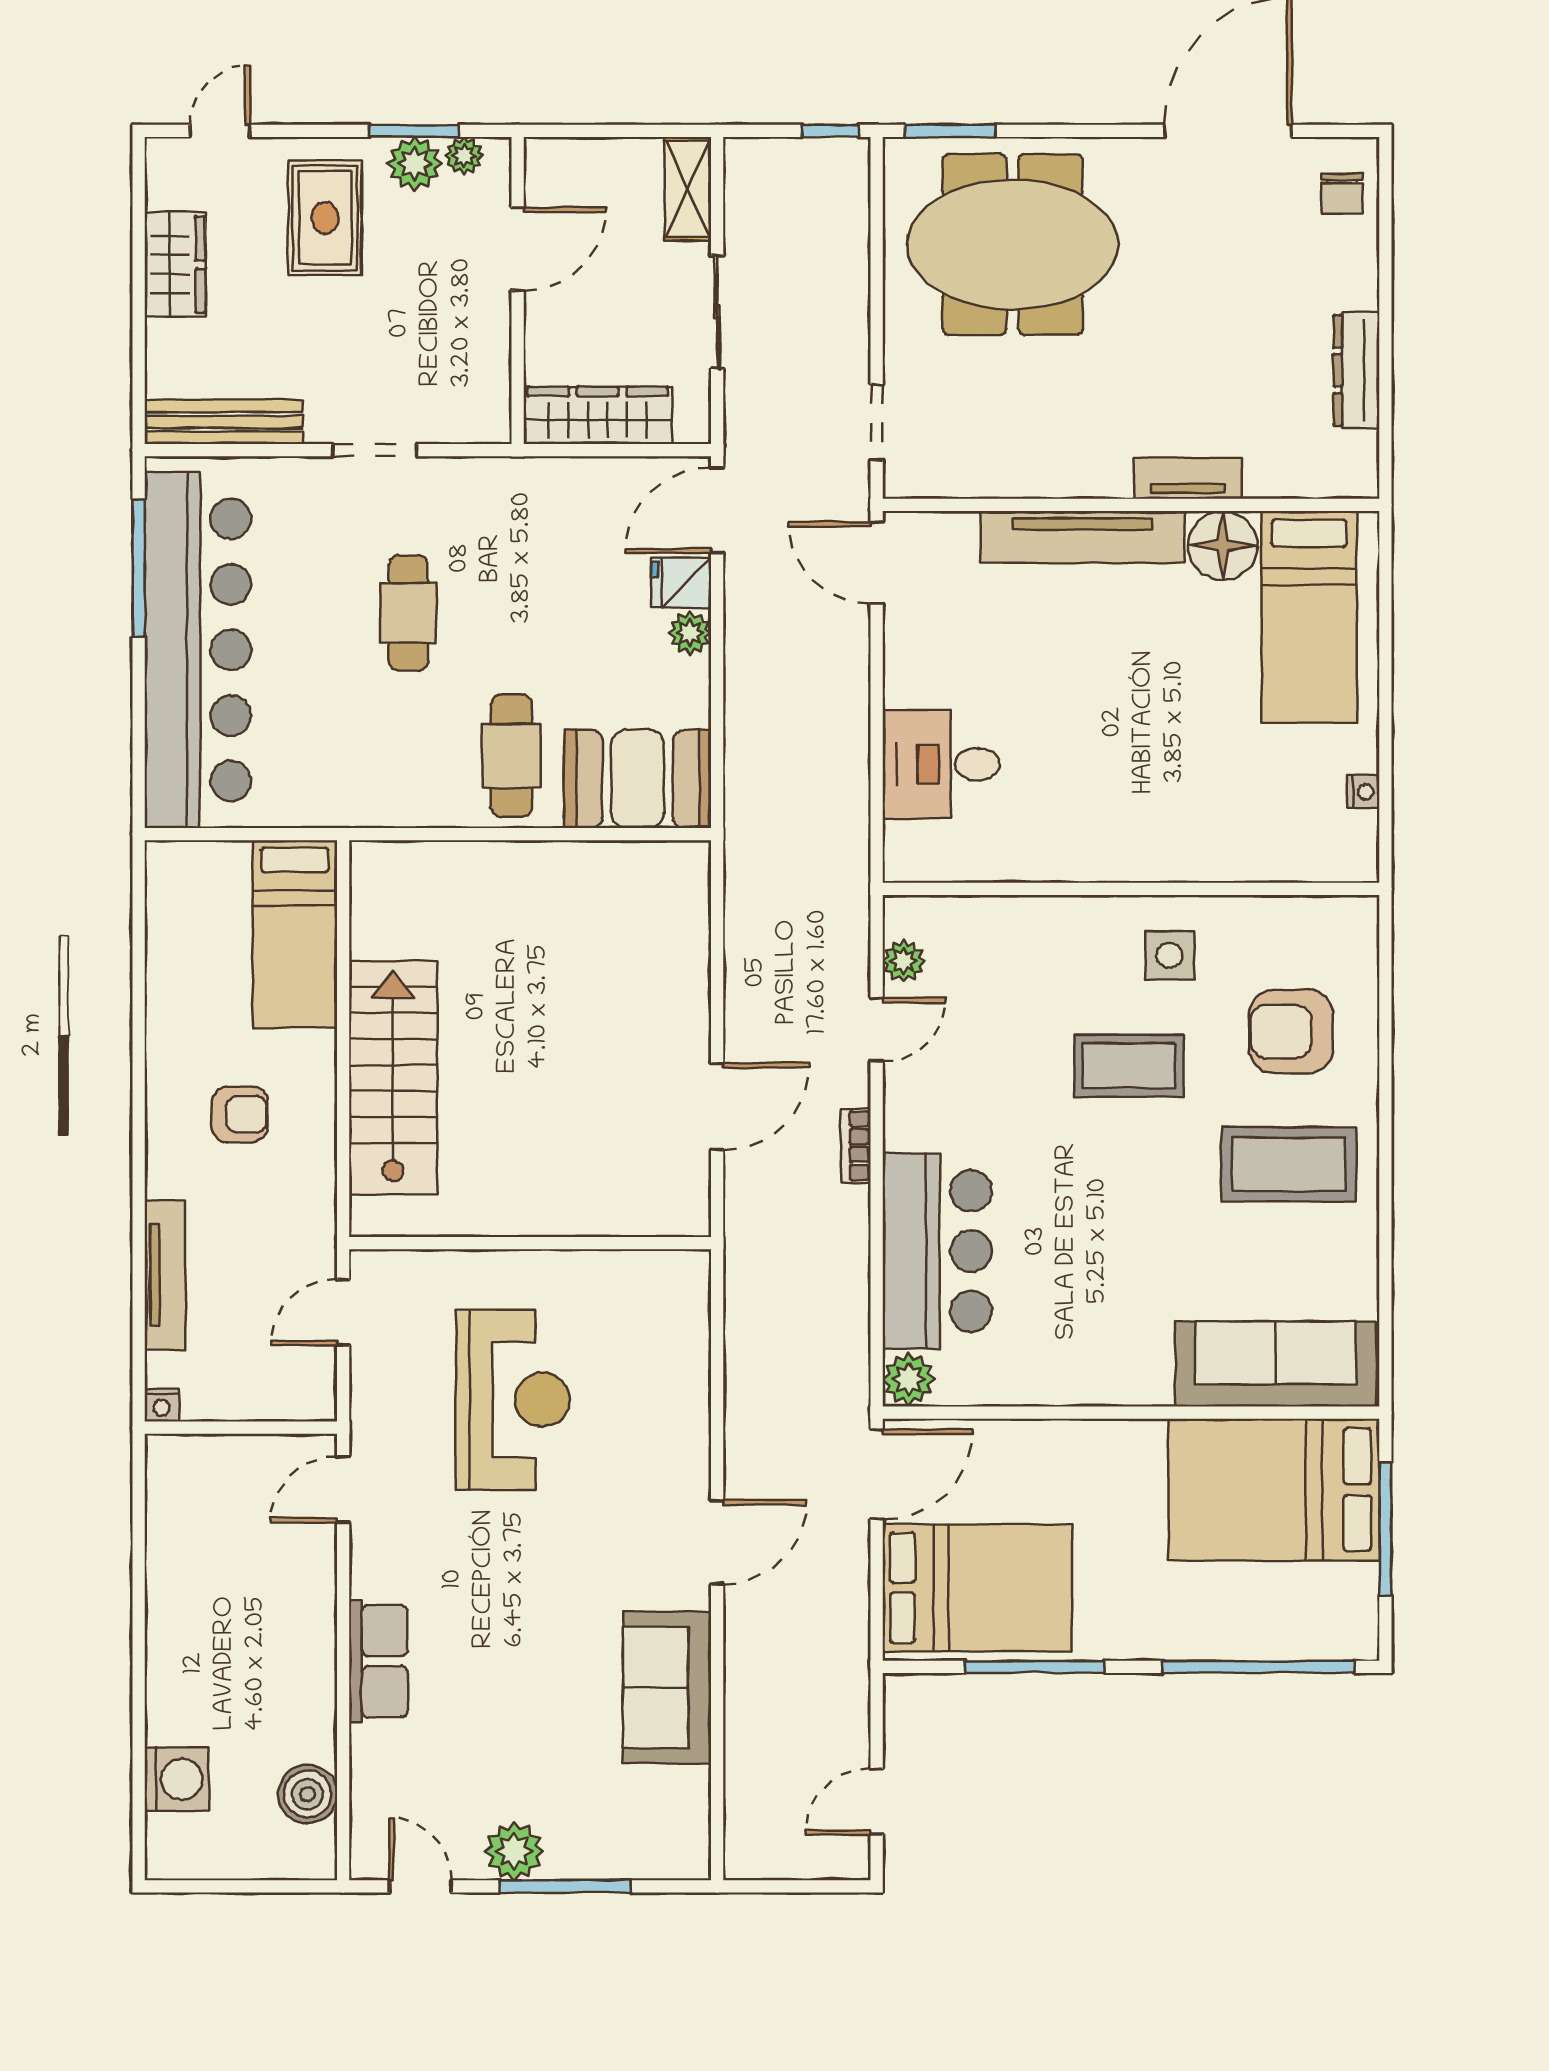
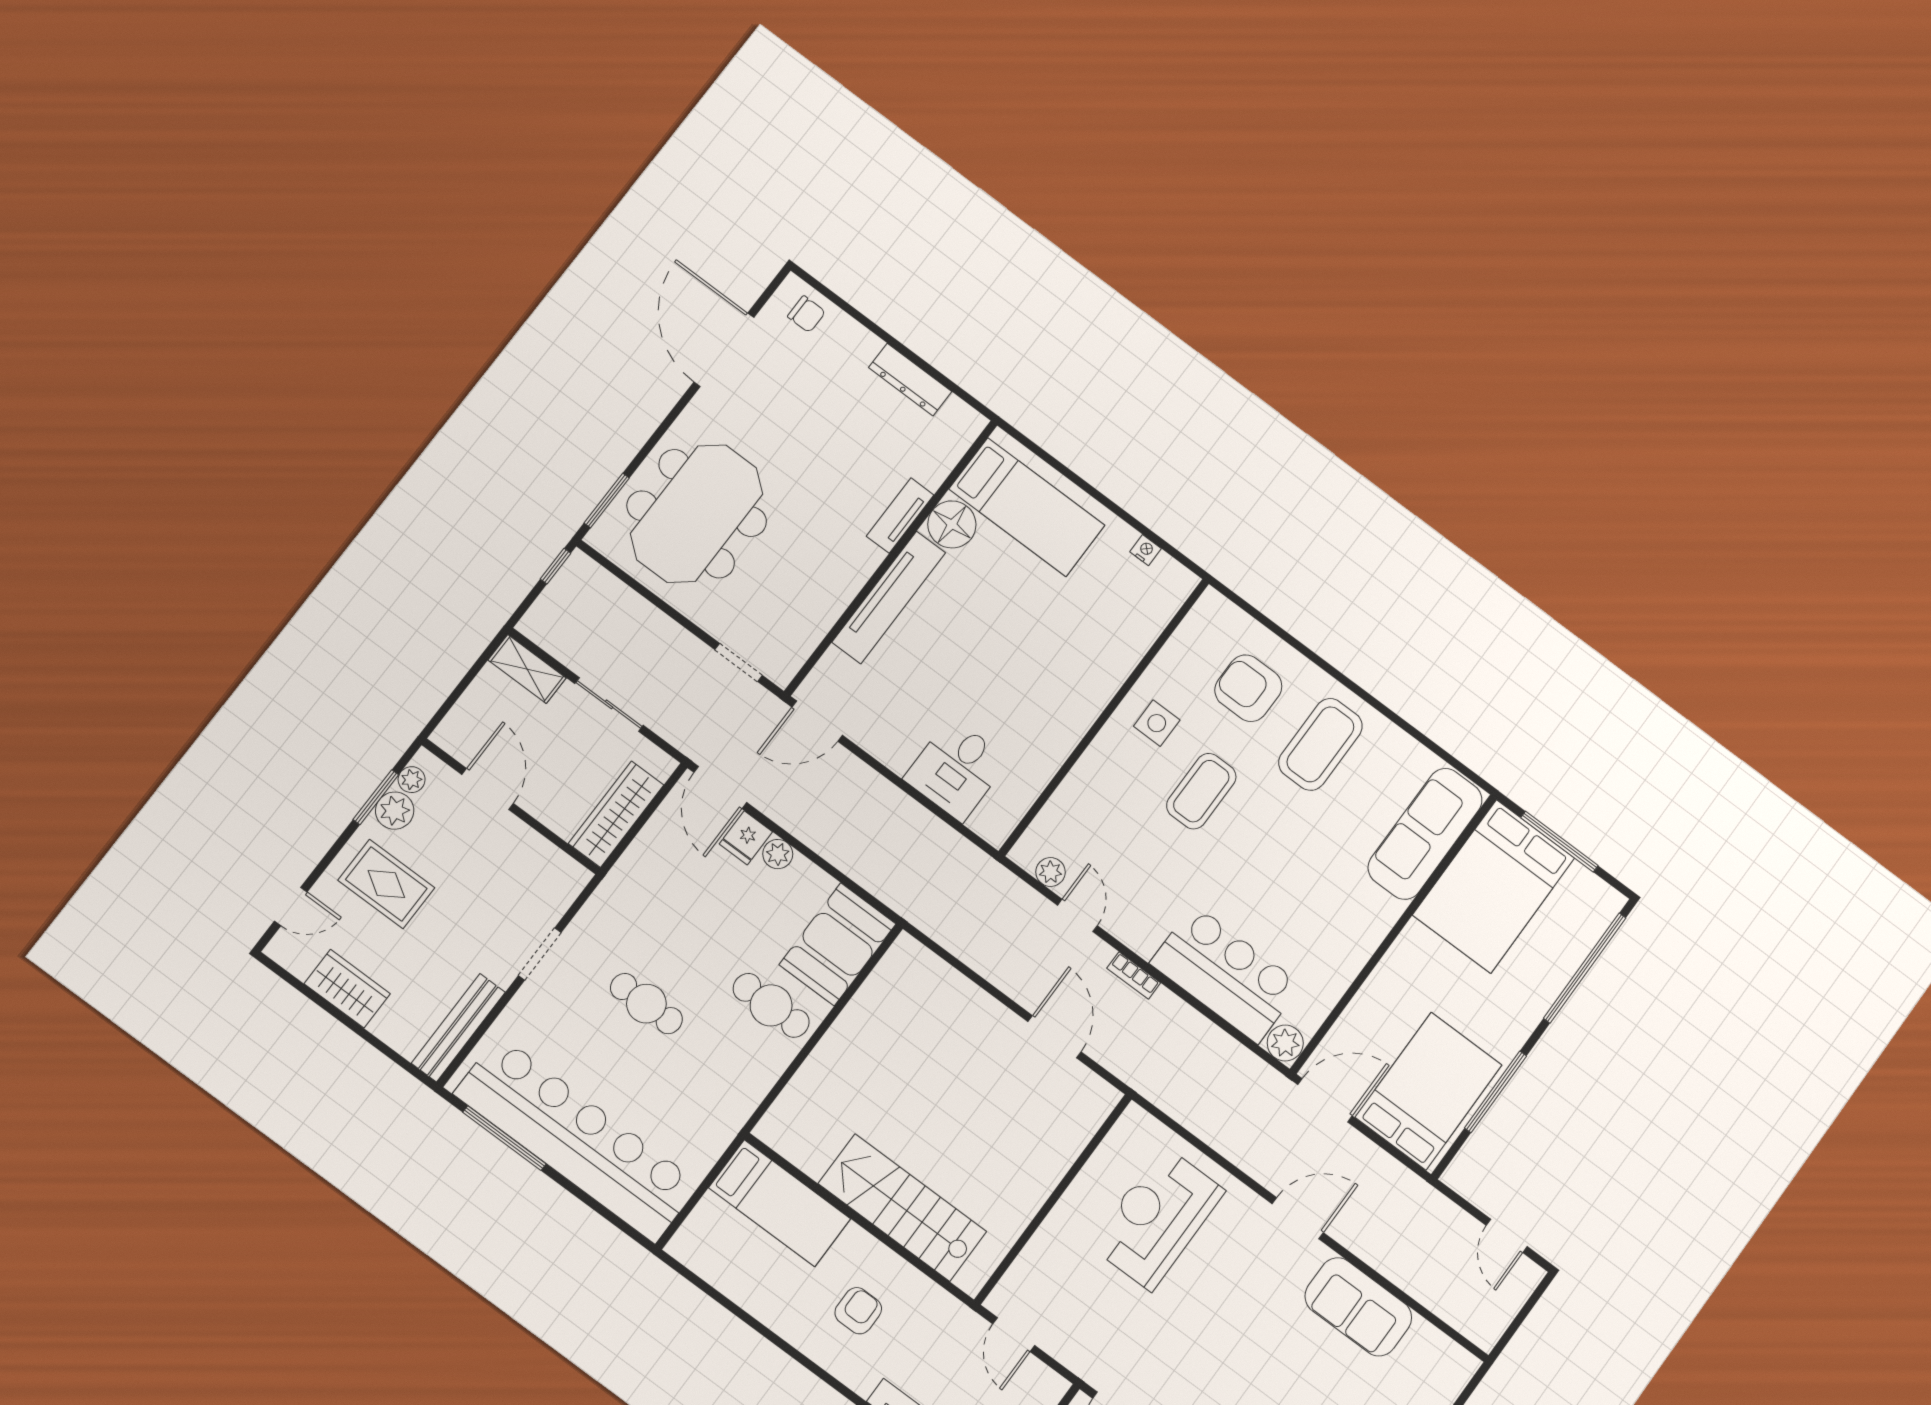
door: (220, 131) -> (291, 907), swing flipped
armchair: (1291, 1032) -> (1248, 688), turned 90
reception desk: (513, 1400) -> (1157, 1218), moved, turned -90
door: (877, 1474) -> (1325, 1100), hinge flipped
door: (717, 1542) -> (1298, 1218), hinge flipped

